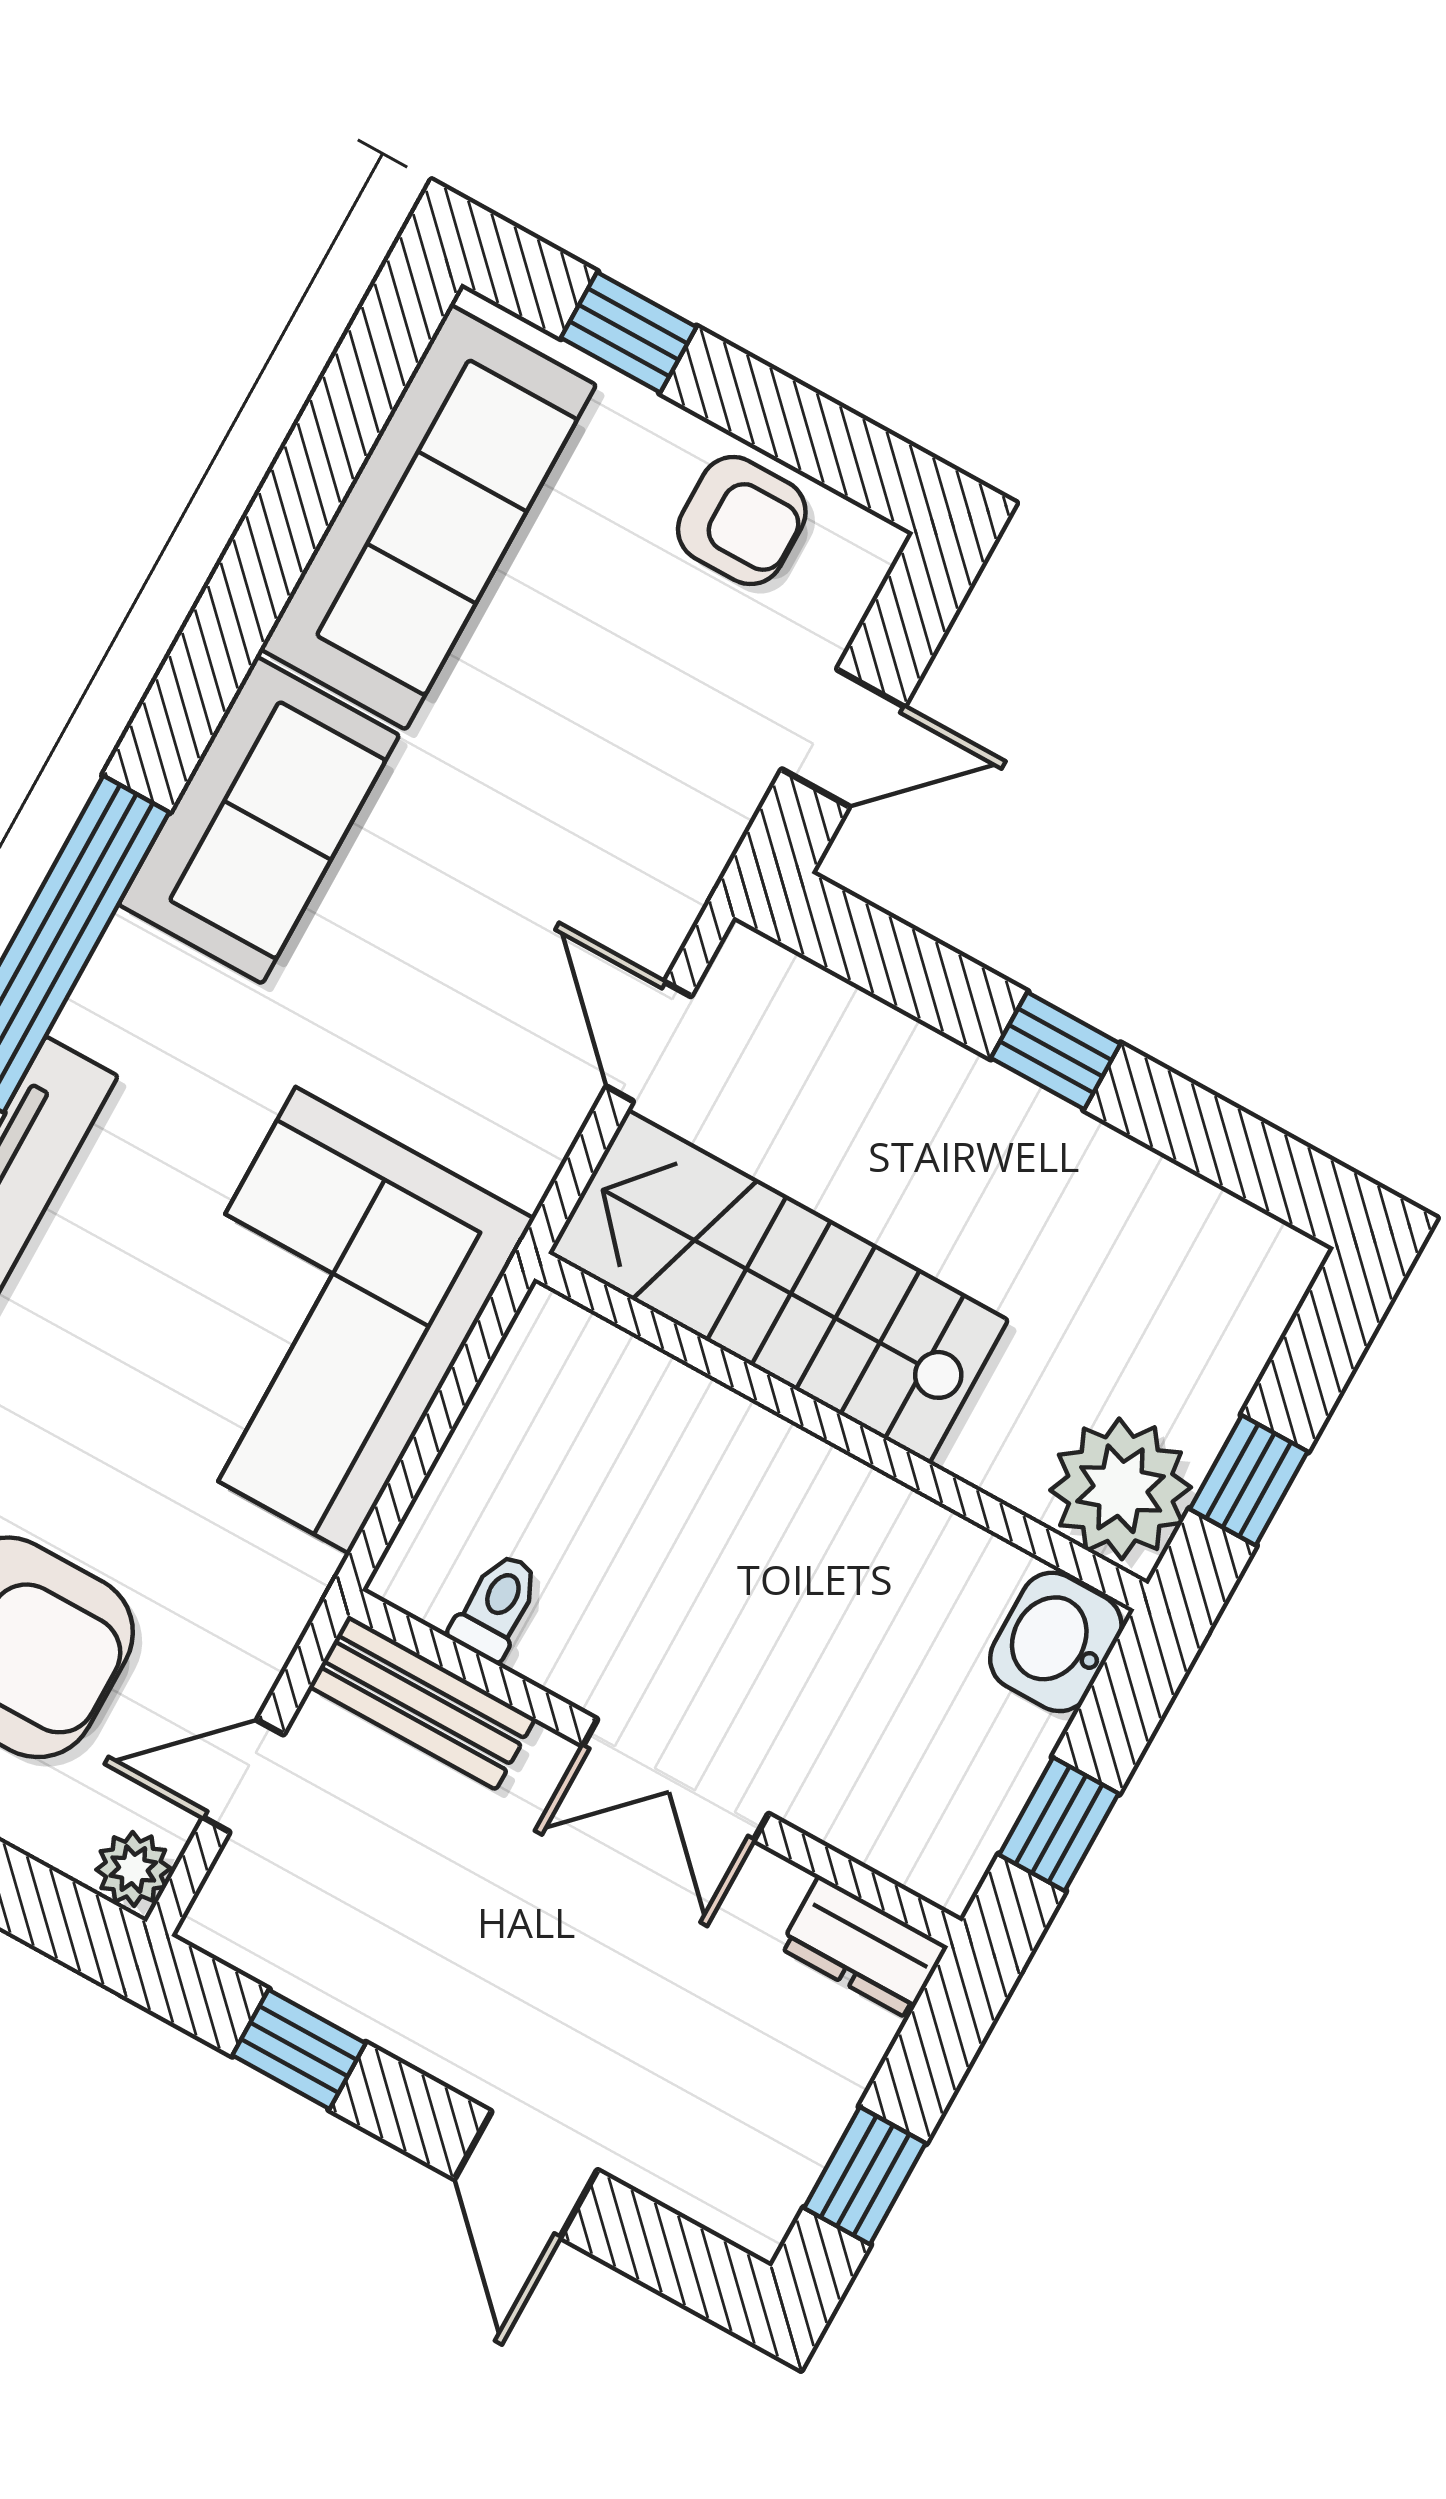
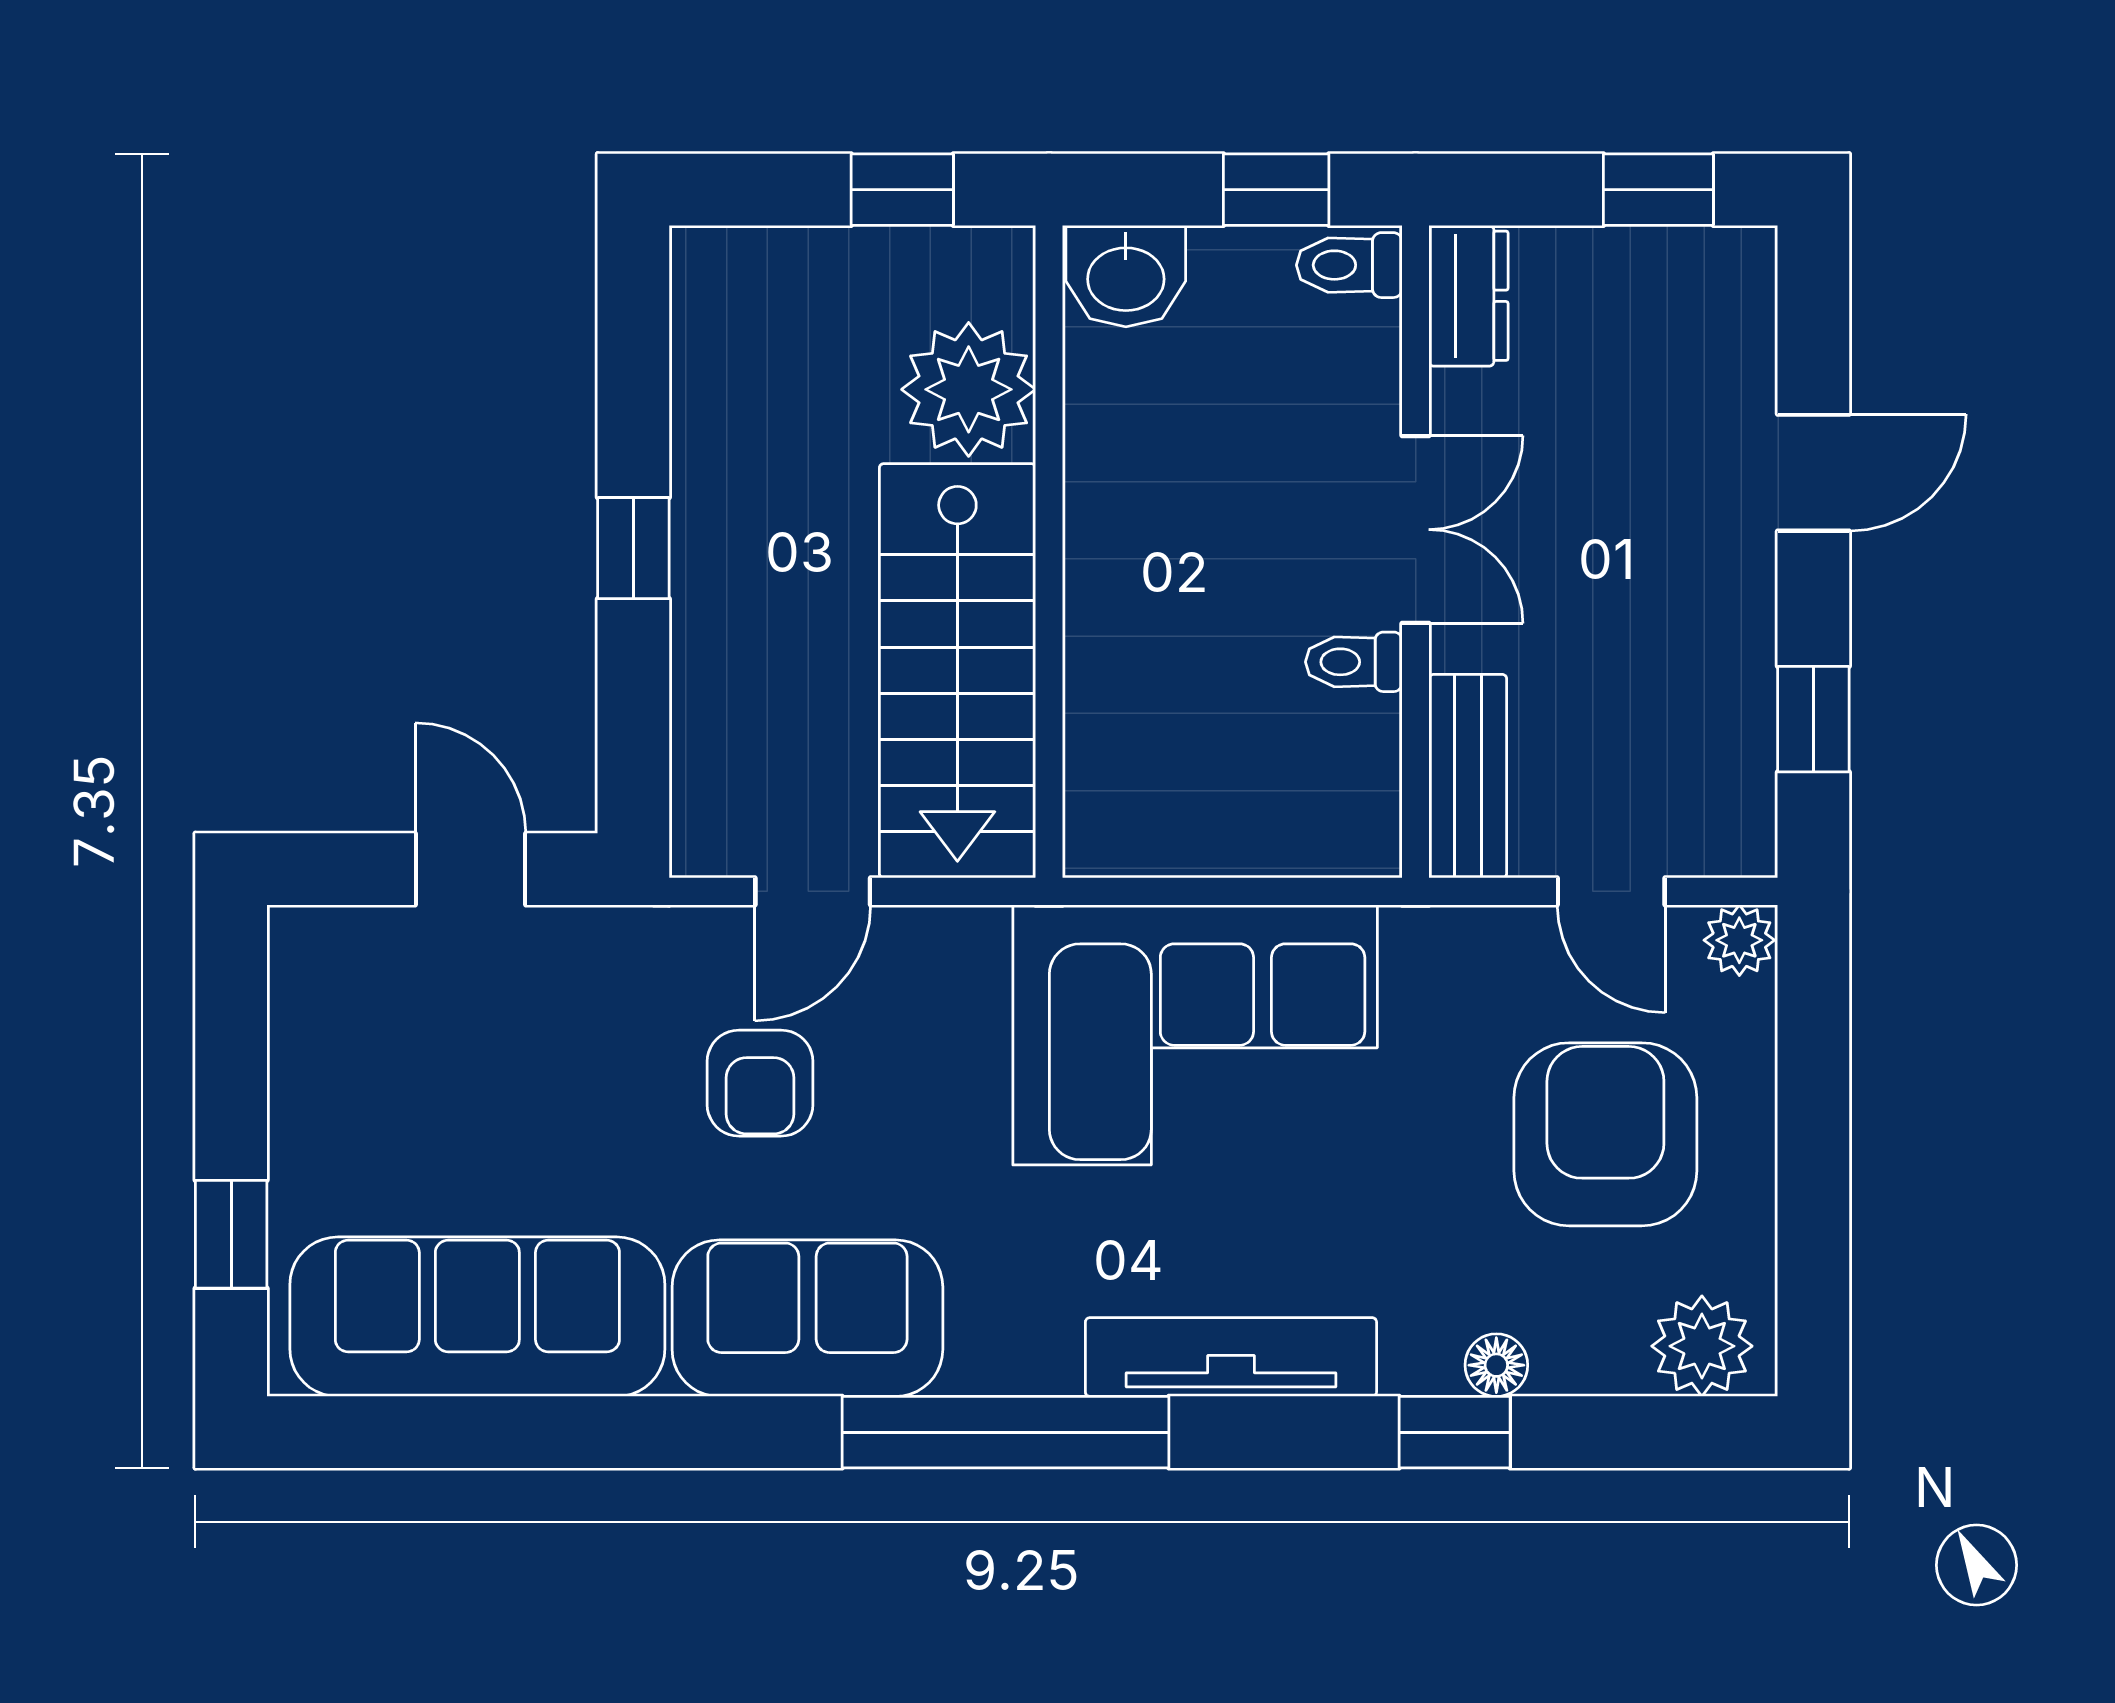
armchair: (742, 521) -> (760, 1083), moved, turned 180
plant: (1121, 1489) -> (969, 389), moved
toilet: (496, 1607) -> (1354, 662), moved
toilet: (952, 1853) -> (1349, 265), added

